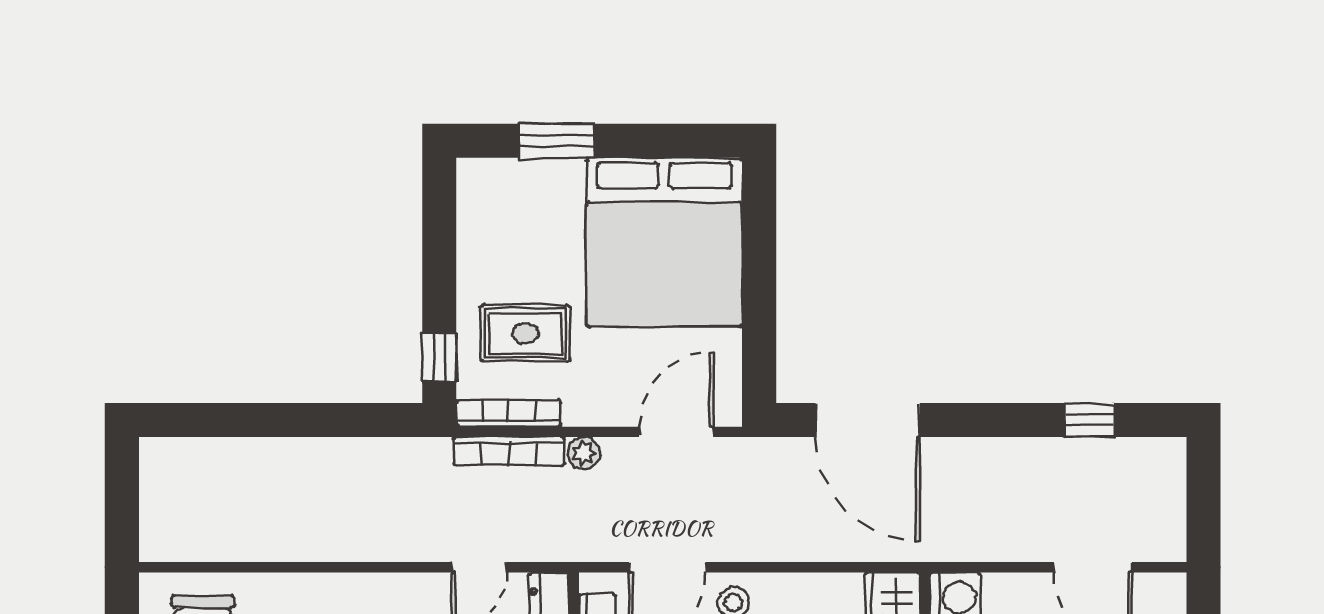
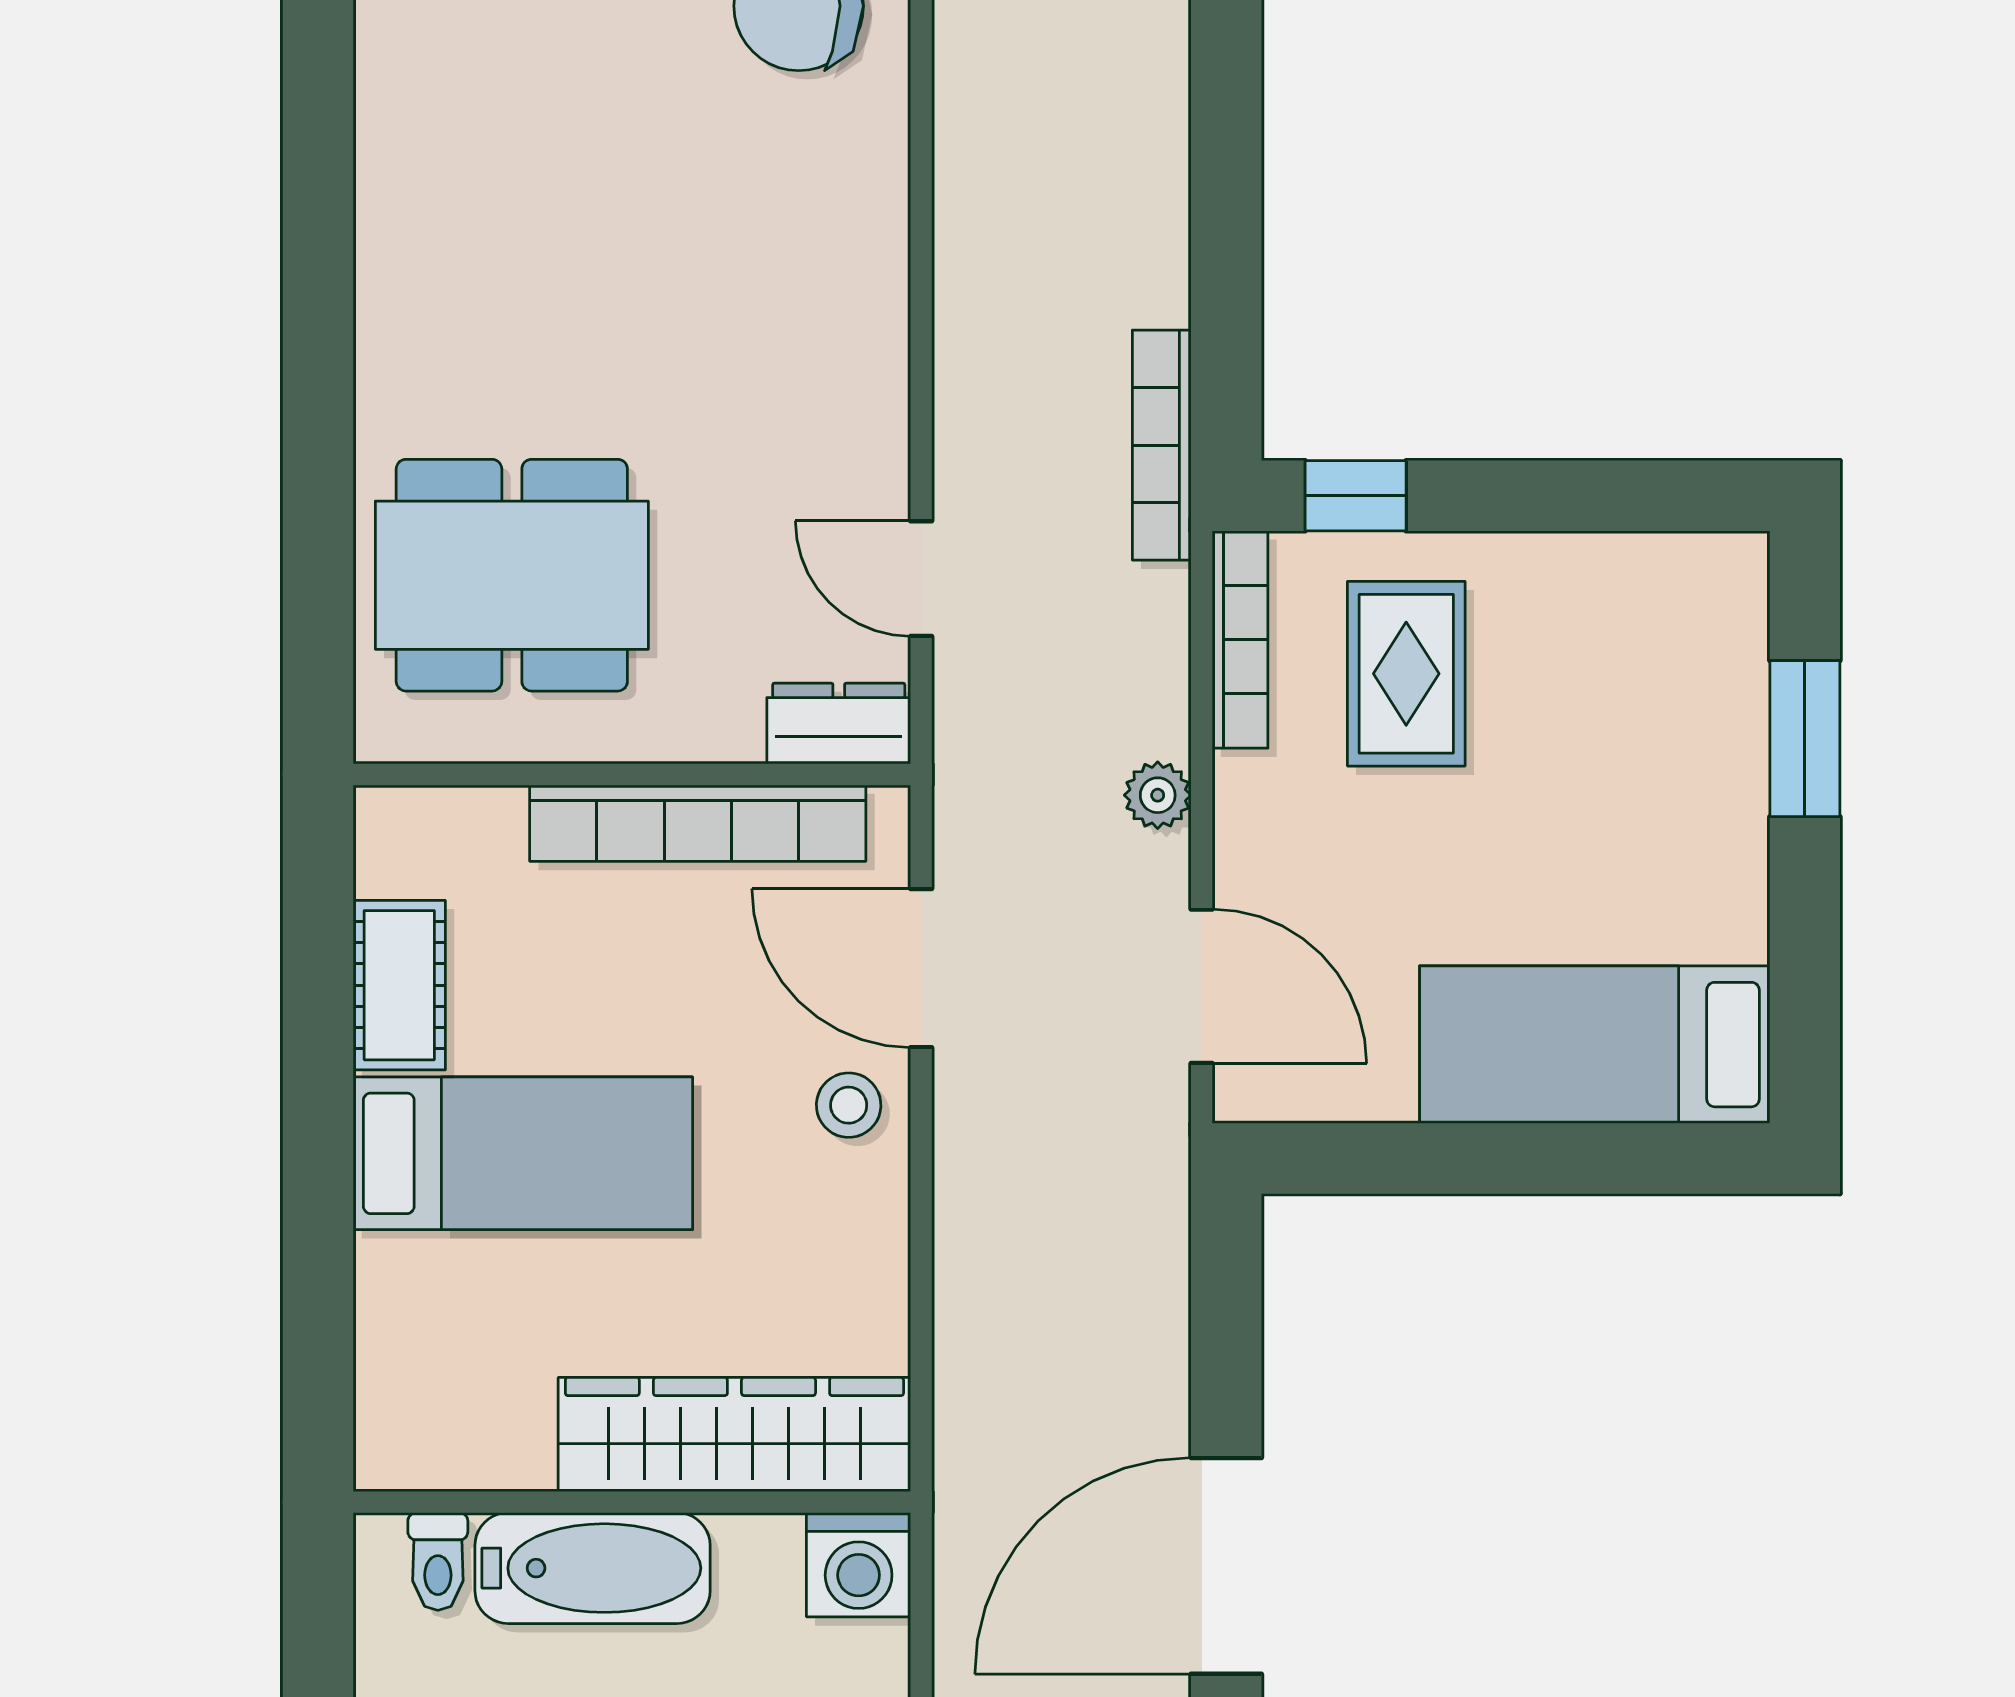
bed: (664, 242) -> (1595, 1045), width x0.49
door: (868, 420) -> (1226, 1566), moved
bookcase: (509, 451) -> (1162, 445), moved

